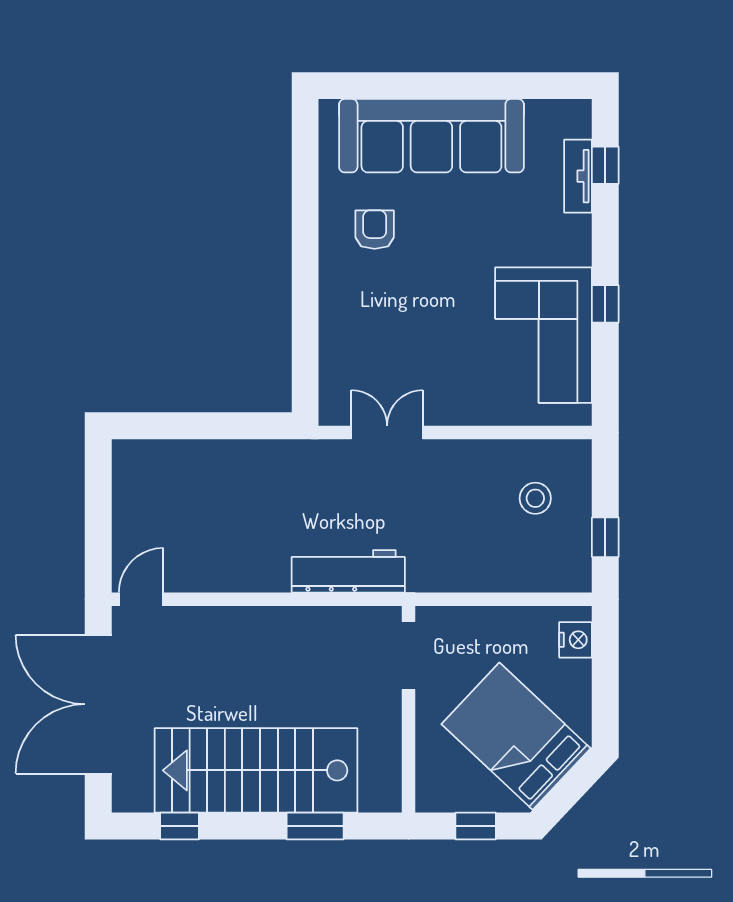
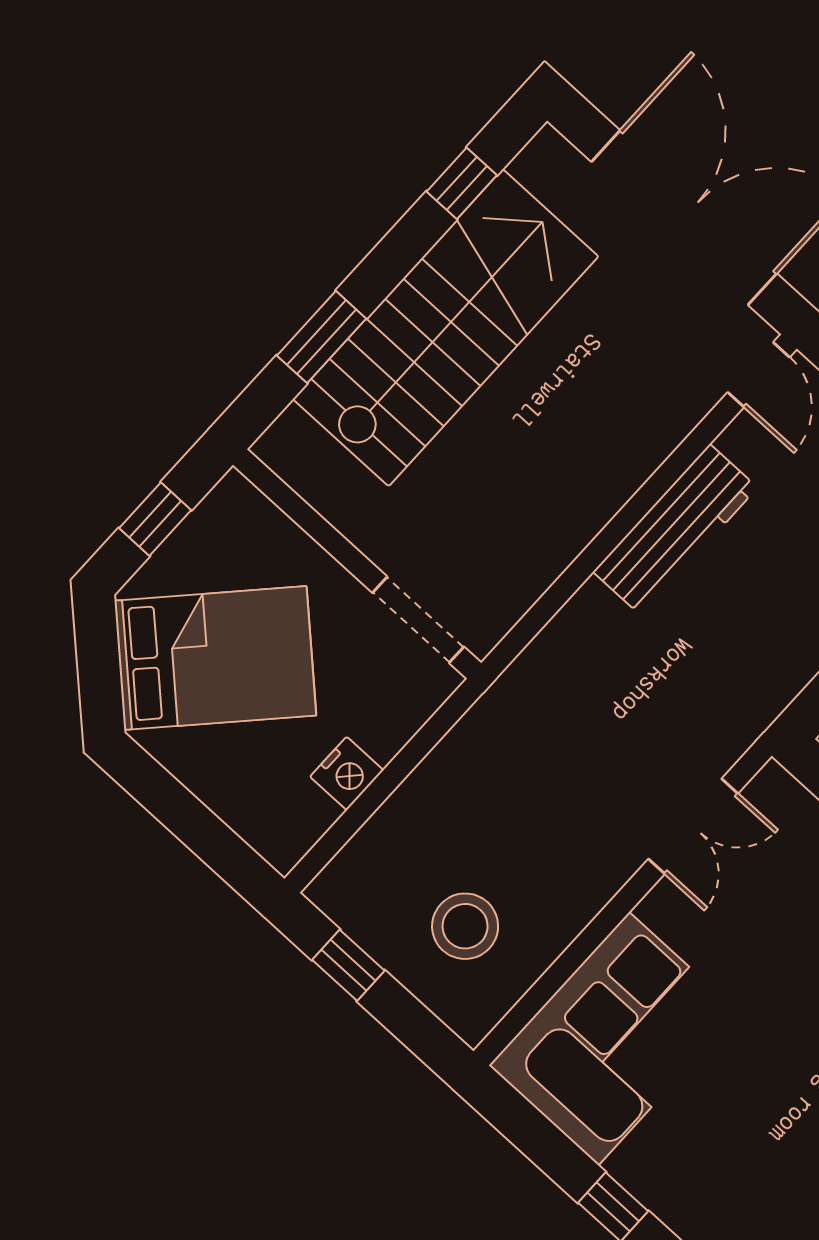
corner sofa: (544, 335) -> (614, 1039), moved, turned 90
stool: (535, 498) -> (465, 926), width x1.38, depth x1.38
workbench: (348, 571) -> (675, 530), moved
nightstand: (576, 640) -> (347, 773), moved, turned -90

